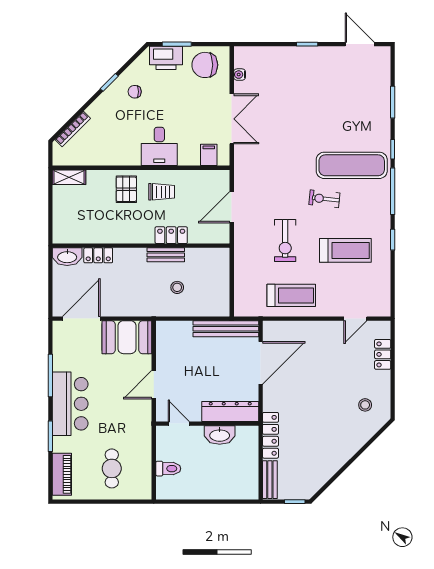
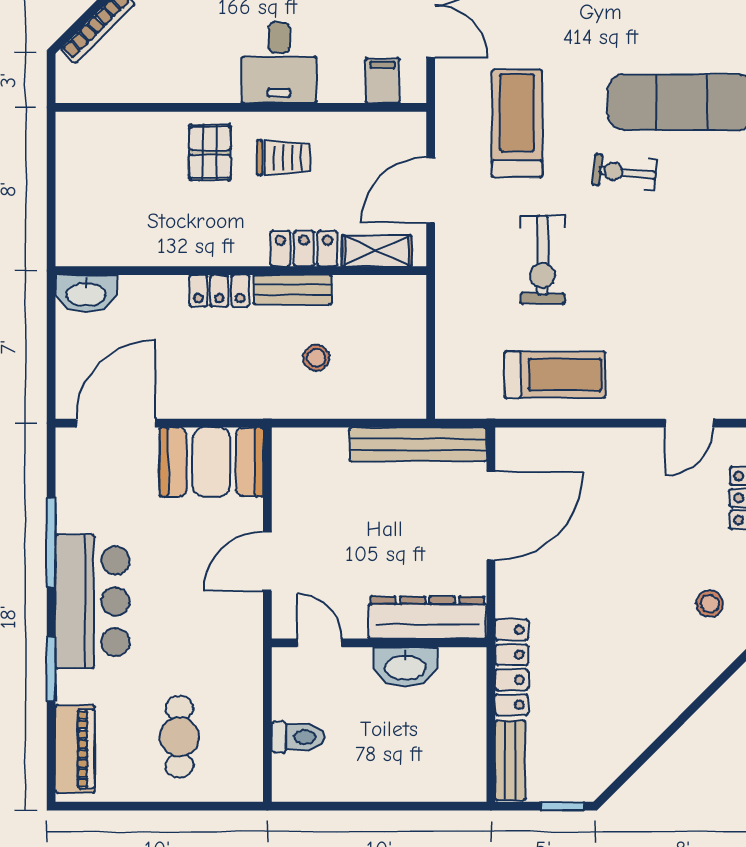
shelving: (69, 177) -> (377, 251), moved
treadmill: (345, 250) -> (517, 123), moved, turned -90
locker: (98, 255) -> (219, 291), moved

